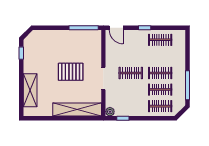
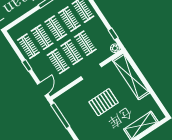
clothes rail: (131, 56) -> (58, 61), added
clothes rail: (160, 56) -> (42, 37), added
pallet: (71, 72) -> (104, 102), turned 90
clothes rail: (131, 90) -> (85, 43), added

